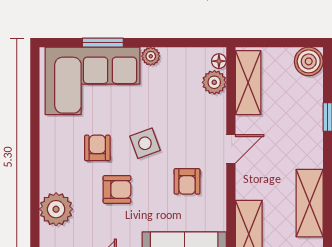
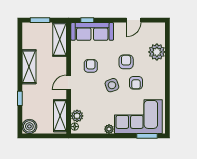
window: (103, 43) -> (147, 136), moved
armchair: (117, 189) -> (126, 62), turned 90
shelving: (310, 203) -> (29, 67), moved

